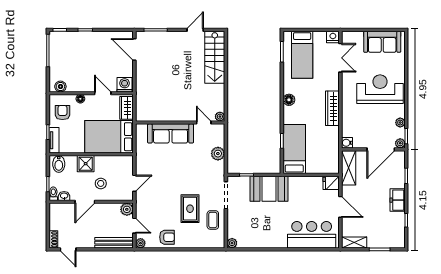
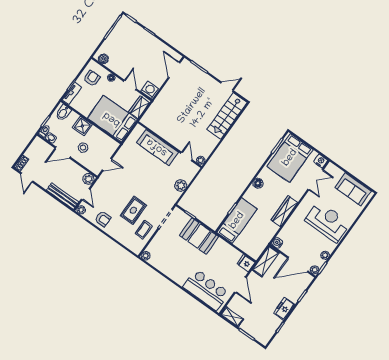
bed: (302, 55) -> (290, 158), width x1.50

